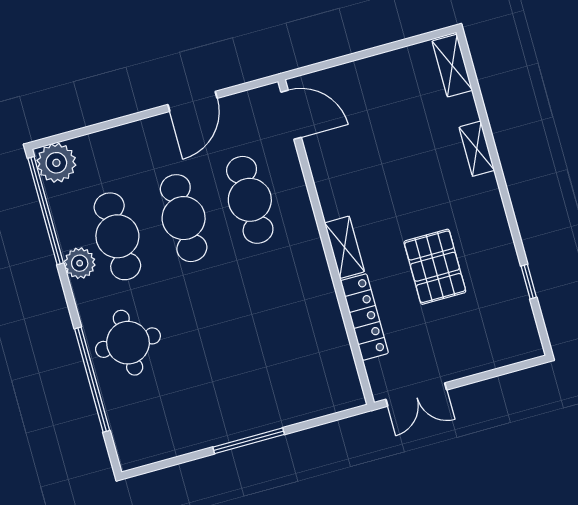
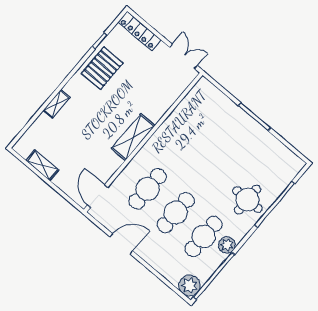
shelving: (452, 66) -> (42, 165), moved, turned 90
shelving: (345, 247) -> (133, 137), width x1.50, depth x1.33
pallet: (435, 267) -> (102, 68), moved
locker: (364, 317) -> (139, 31), moved, turned -90

